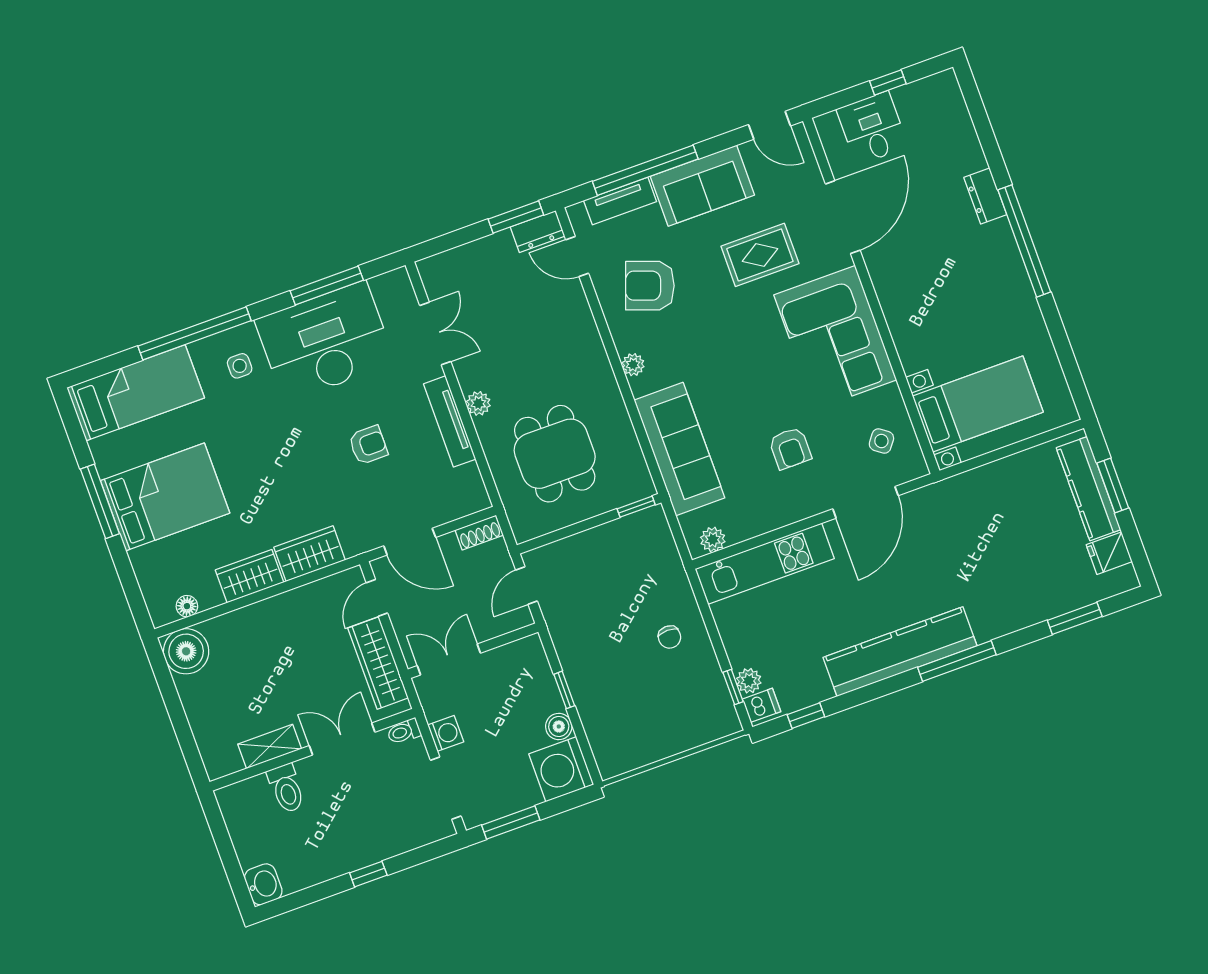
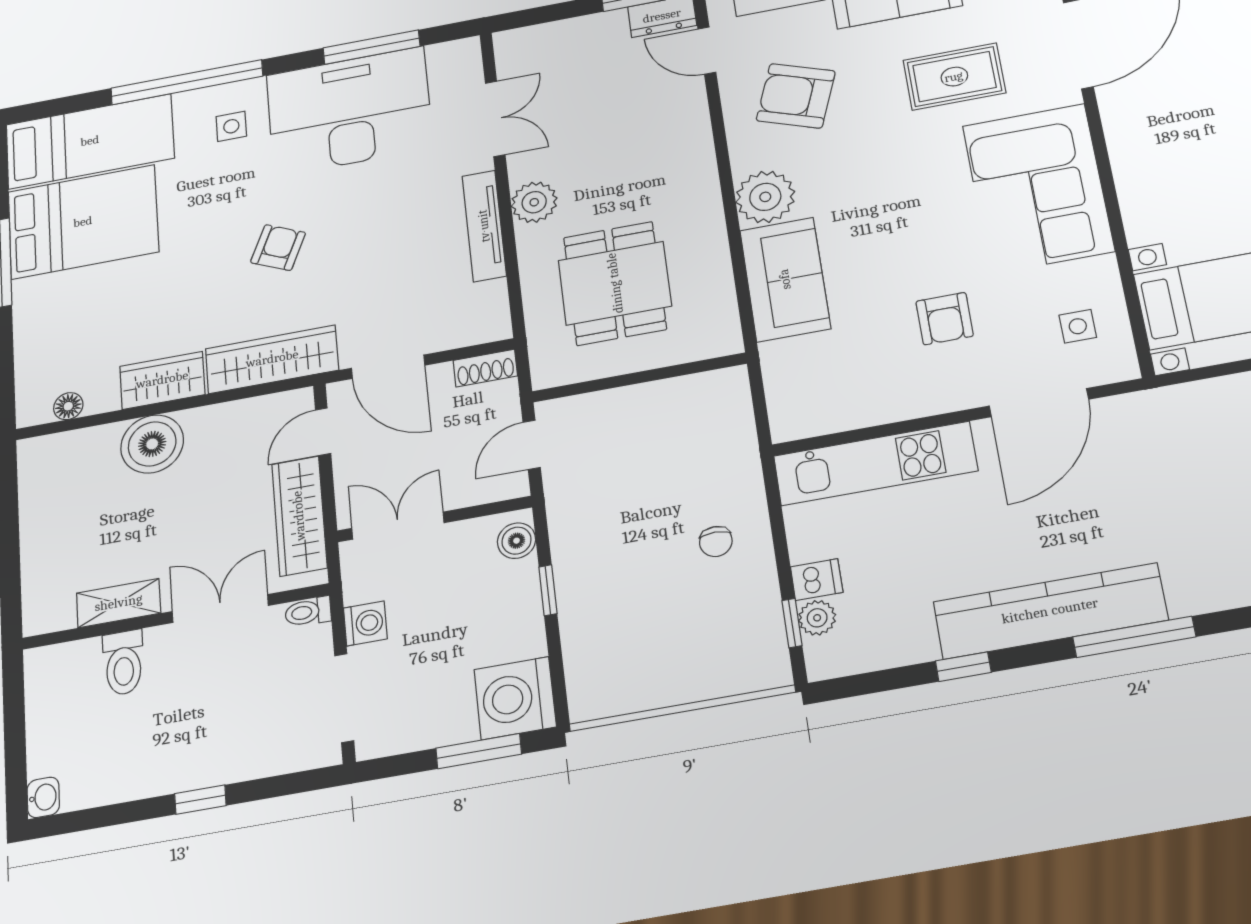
plant: (633, 365) -> (765, 197), width x1.88, depth x1.88
plant: (478, 403) -> (534, 202), width x1.38, depth x1.38
side table: (881, 441) -> (1078, 326), turned -37
armchair: (368, 445) -> (278, 248), moved, turned -66
sofa: (679, 449) -> (785, 279), width x0.73
bed: (165, 497) -> (83, 222), moved
window: (636, 507) -> (710, 365), removed
plant: (713, 539) -> (808, 421), removed
wardrobe: (310, 554) -> (272, 359), width x1.50
boiler: (186, 651) -> (152, 444), moved
dishwasher: (761, 705) -> (817, 580), moved
window: (806, 716) -> (963, 667), moved
boiler: (559, 726) -> (516, 541), moved
window: (511, 823) -> (479, 751), moved
washbasin: (263, 884) -> (43, 797), width x0.72, depth x0.69

